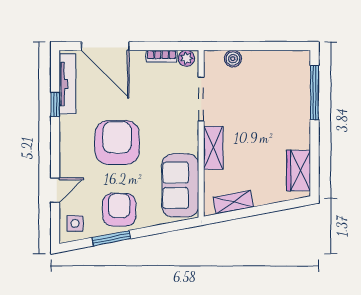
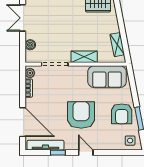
door: (105, 46) -> (23, 122), hinge flipped
double door: (277, 46) -> (23, 18), added
armchair: (117, 143) -> (81, 115), turned 90
door: (55, 190) -> (86, 153), moved
armchair: (119, 210) -> (122, 114), turned -90

